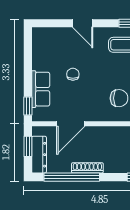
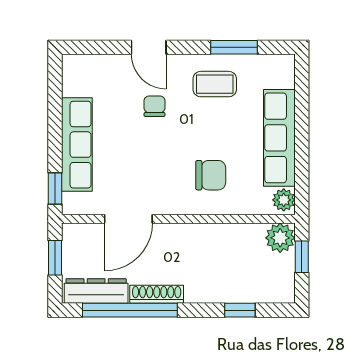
chair: (73, 74) -> (155, 106), moved
row of seats: (41, 89) -> (77, 145), width x1.48
dresser: (39, 155) -> (96, 291), moved, turned -90

